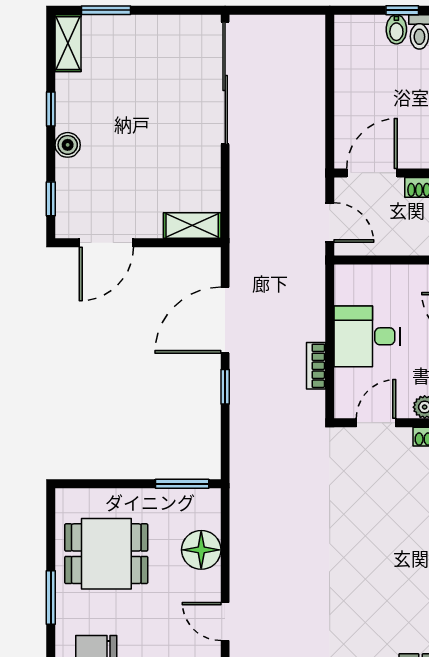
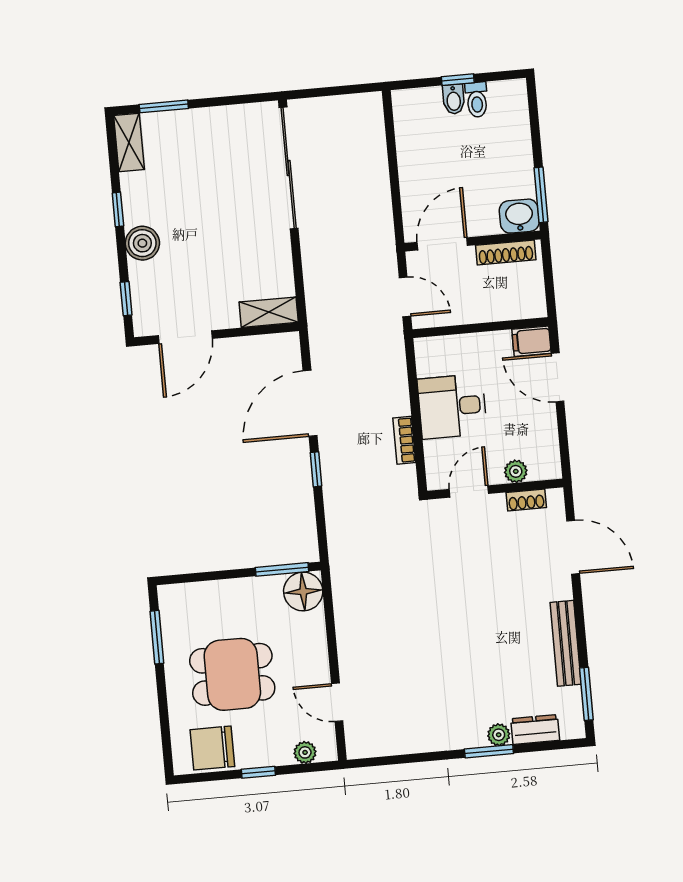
boiler: (68, 145) -> (142, 243), width x1.36, depth x1.36
floor lamp: (201, 550) -> (303, 591), moved
dining table: (106, 554) -> (232, 674), moved
window: (51, 597) -> (157, 637), moved

